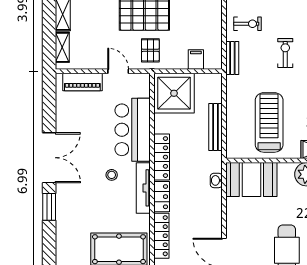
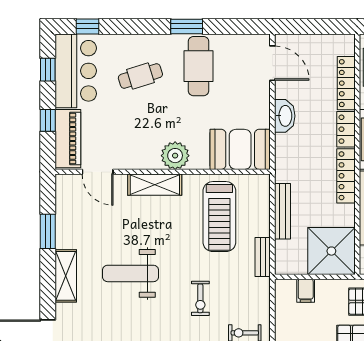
bench: (232, 58) -> (263, 257), moved
washbasin: (216, 180) -> (285, 116), moved, width x1.91, depth x1.45

